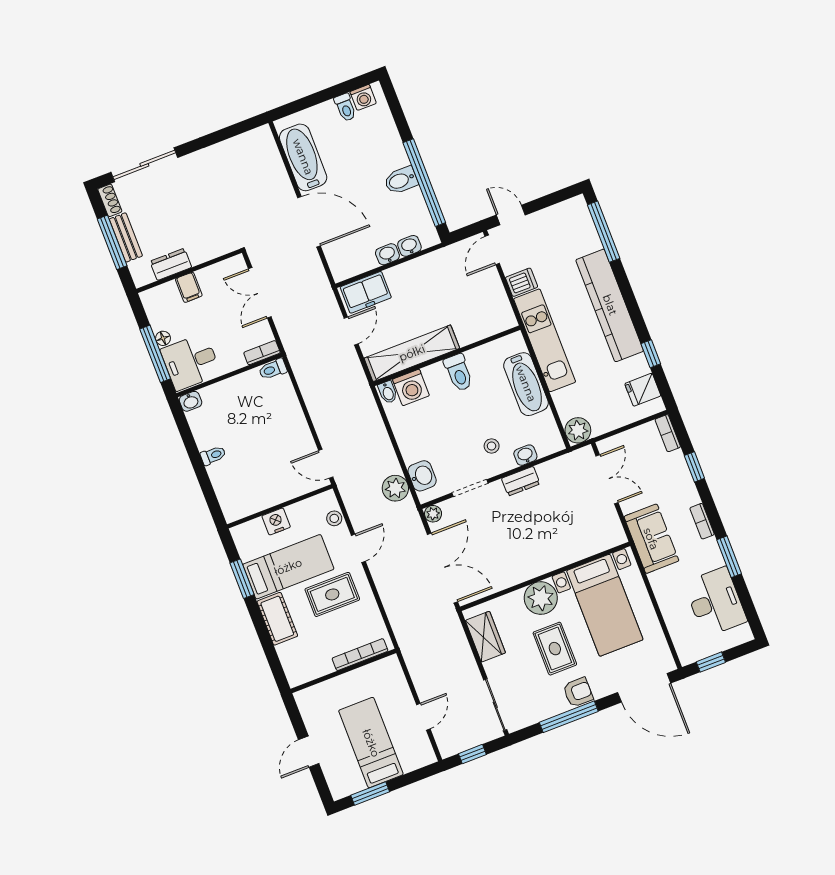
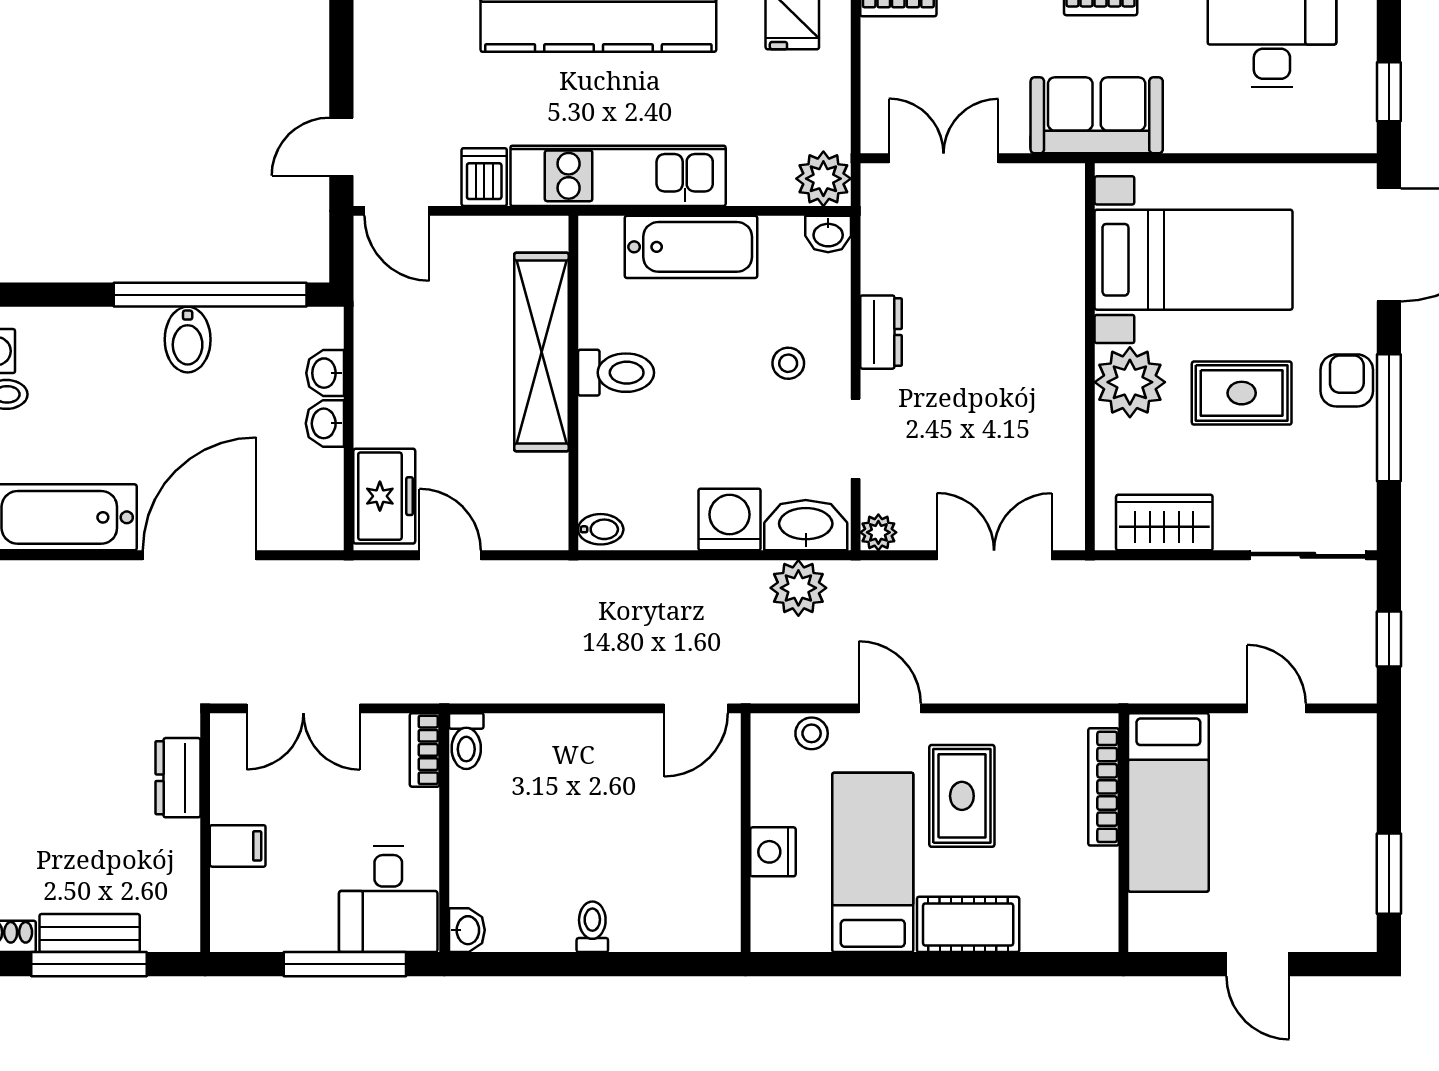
dresser: (171, 264) -> (178, 778), moved
floor lamp: (163, 338) -> (320, 937), removed
shelving: (412, 353) -> (541, 352), moved
washing machine: (411, 387) -> (730, 520), moved, turned -90
washbasin: (525, 455) -> (828, 234), moved, turned -90
washbasin: (422, 476) -> (806, 525), width x1.38
double door: (443, 568) -> (994, 555), width x0.73
window: (242, 579) -> (861, 964), removed
bed: (371, 743) -> (1168, 802), moved, turned -90

